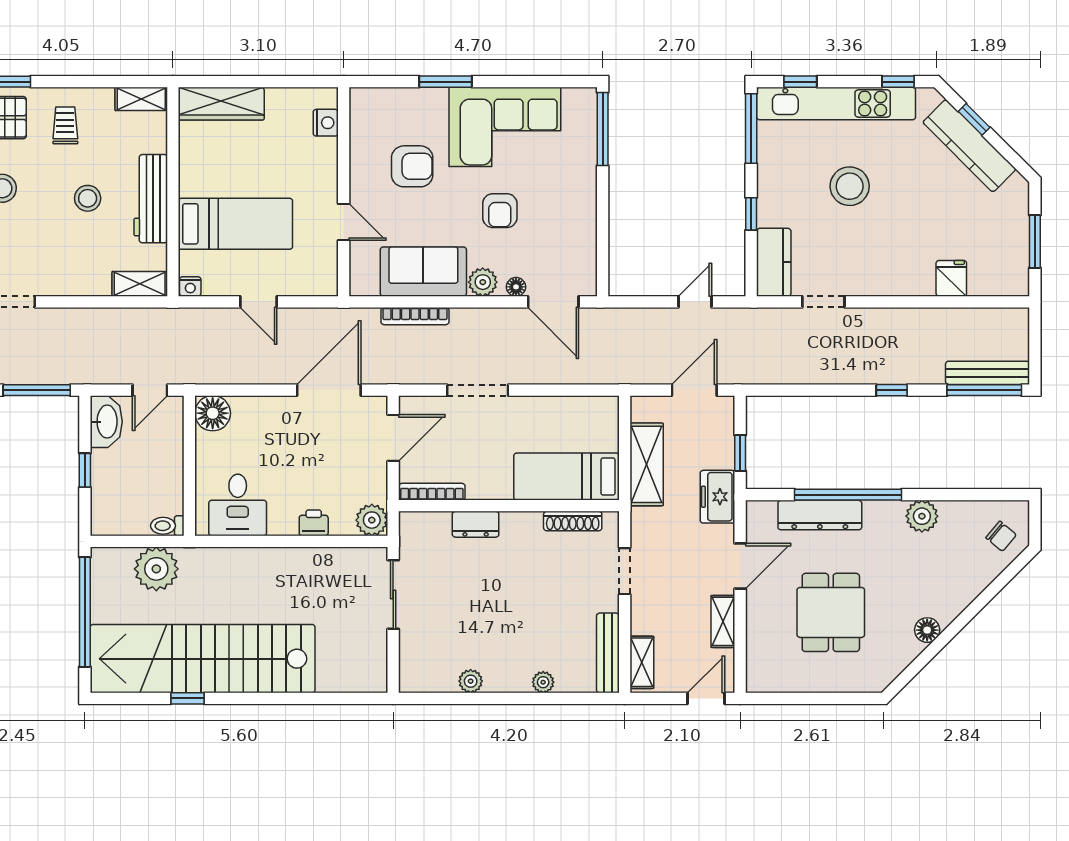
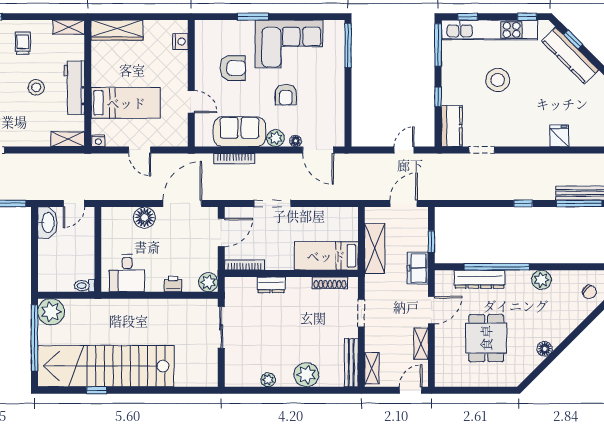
floor lamp: (213, 413) -> (144, 218), moved
window: (85, 470) -> (34, 252), removed
plant: (156, 569) -> (51, 312), moved
plant: (543, 682) -> (306, 375), width x1.88, depth x1.88

